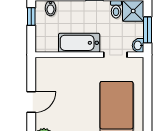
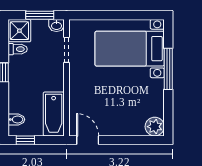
bathtub: (79, 43) -> (54, 114), moved
door: (31, 102) -> (88, 140), moved

